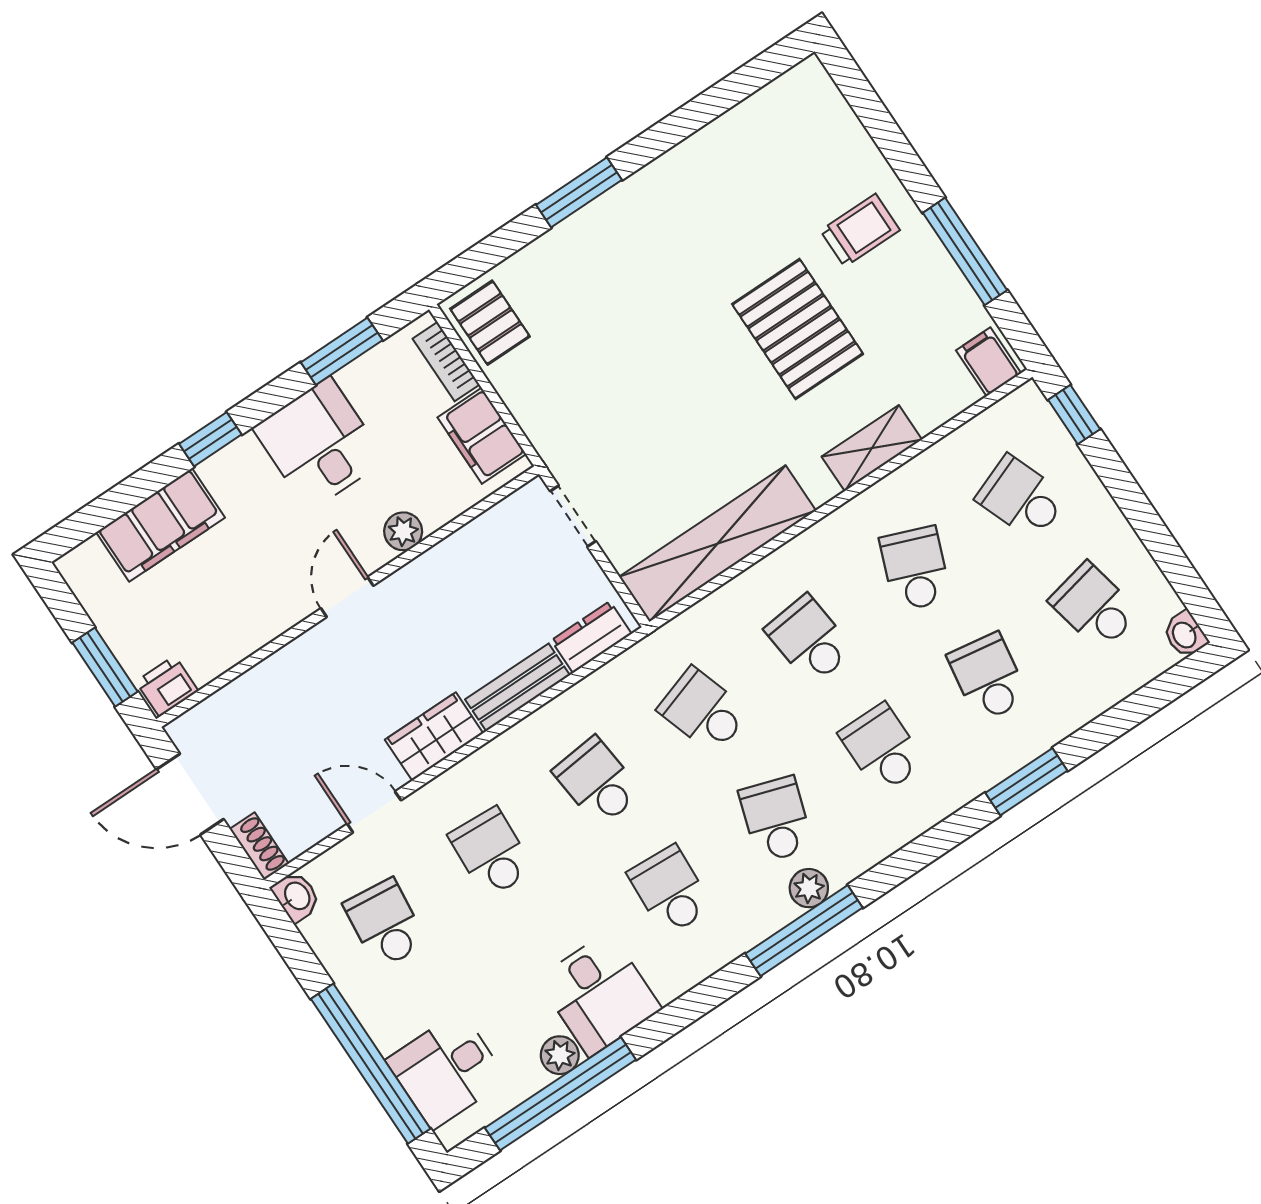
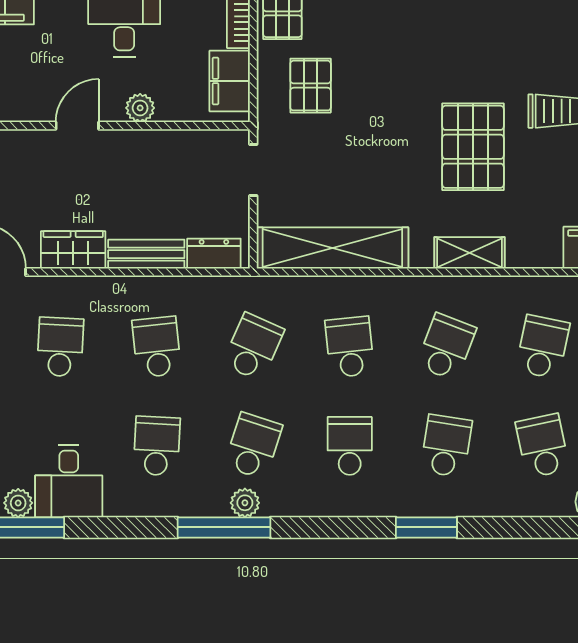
pallet: (574, 381) -> (311, 86), added
school desk: (1021, 498) -> (543, 347), turned 33
school desk: (703, 711) -> (253, 347), turned 42

